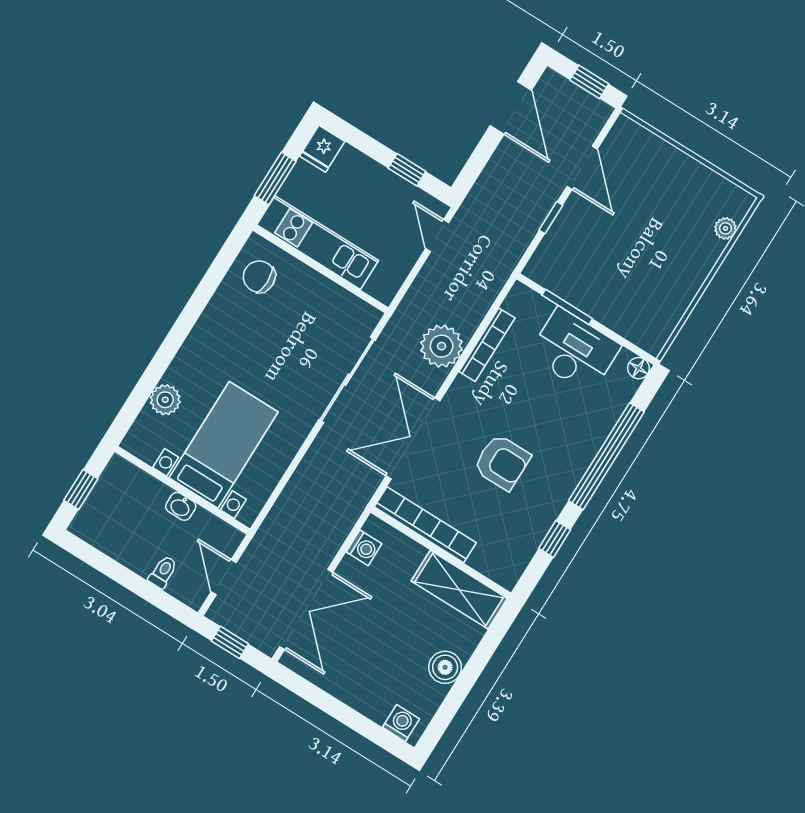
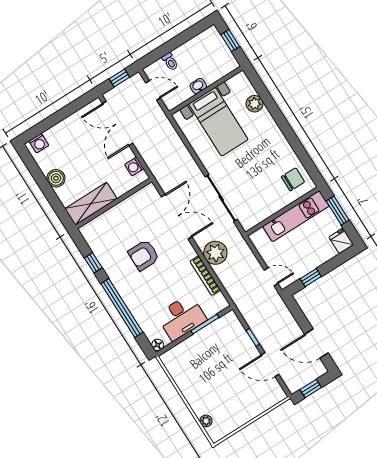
bookcase: (425, 525) -> (131, 202), removed

